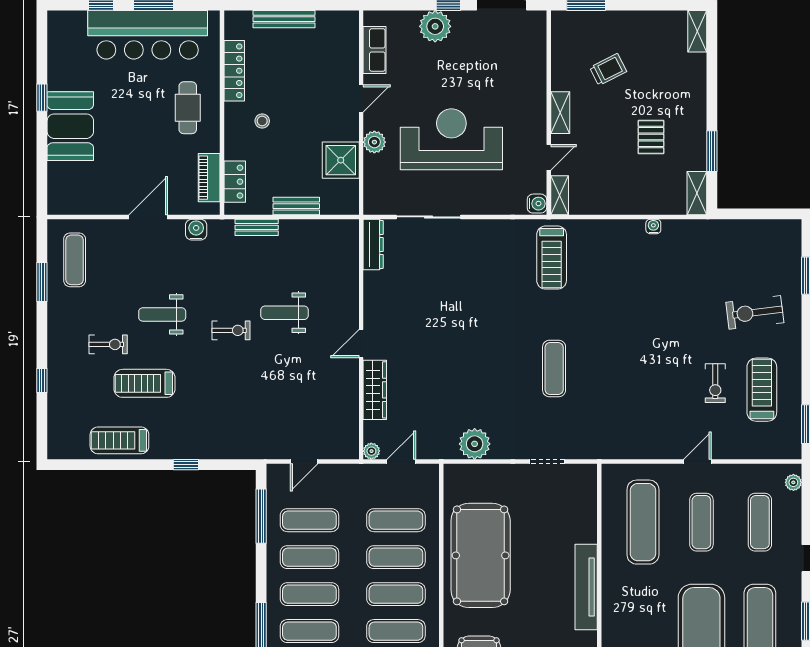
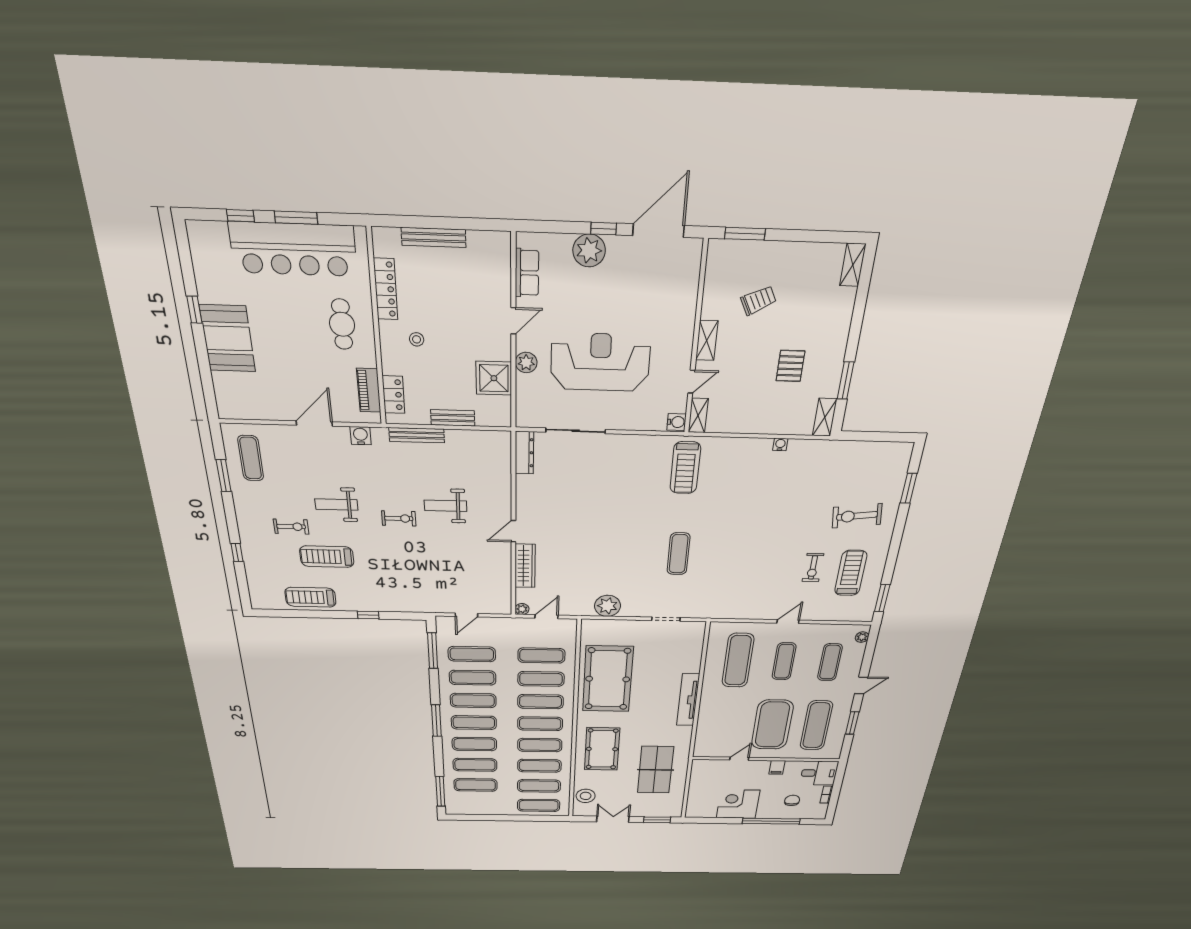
bench: (257, 227) -> (417, 435), width x1.36

